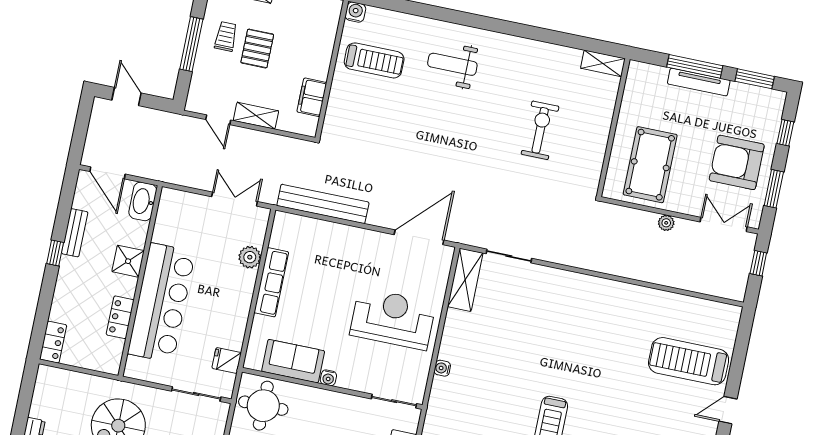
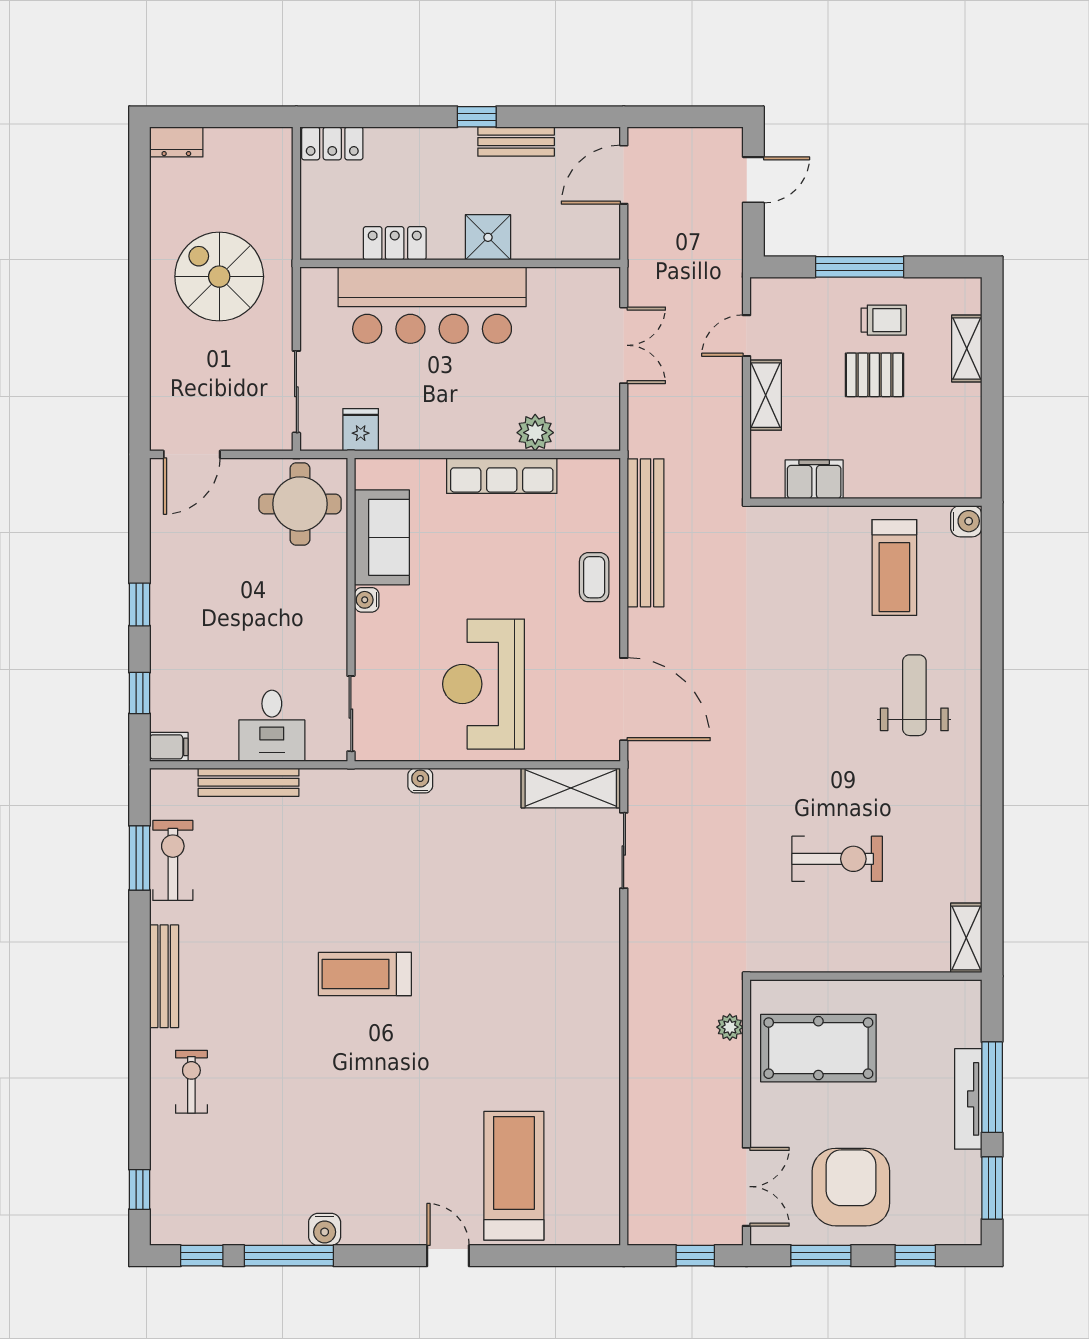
double door: (235, 199) -> (624, 345), moved
washbasin: (143, 201) -> (589, 241), removed
plant: (666, 223) -> (730, 1027), moved
coffee table: (343, 240) -> (594, 577), added
reception desk: (393, 319) -> (484, 684), turned 180

